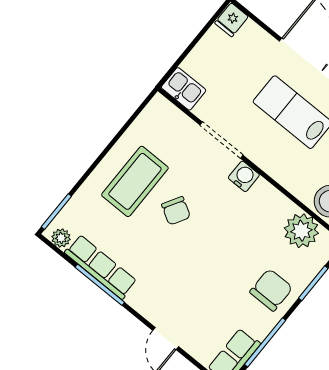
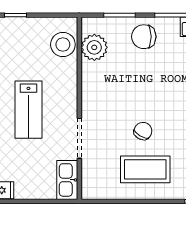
kitchen sink: (184, 89) -> (67, 180), width x1.38
water cooler: (244, 176) -> (90, 108), removed

